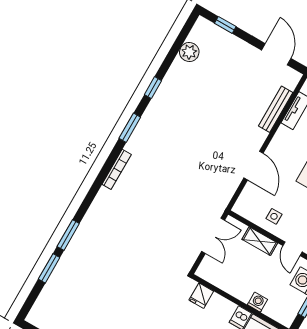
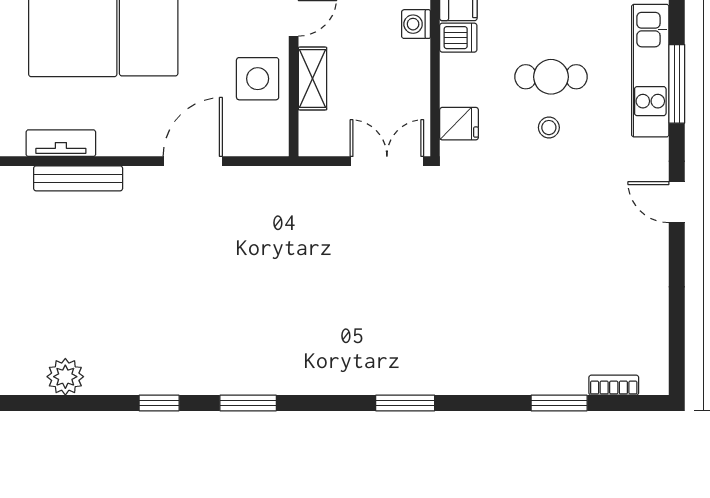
bookcase: (117, 169) -> (614, 385), moved, width x0.64
side table: (274, 216) -> (258, 79), width x1.87, depth x1.87
window: (68, 235) -> (405, 403), moved
double door: (213, 236) -> (387, 161), moved

